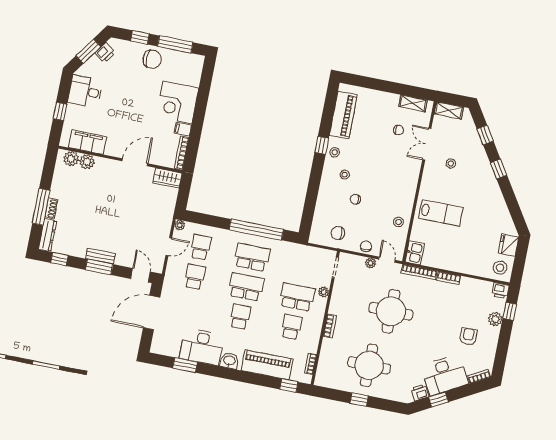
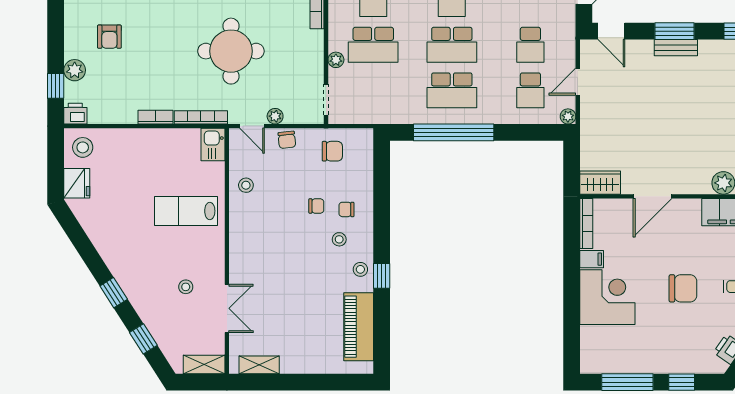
chair: (152, 59) -> (683, 288), moved, turned 180
chair: (399, 130) -> (346, 209), moved

